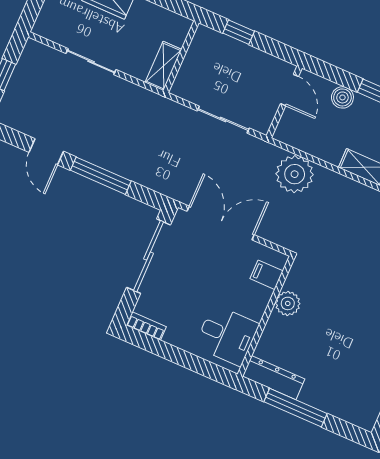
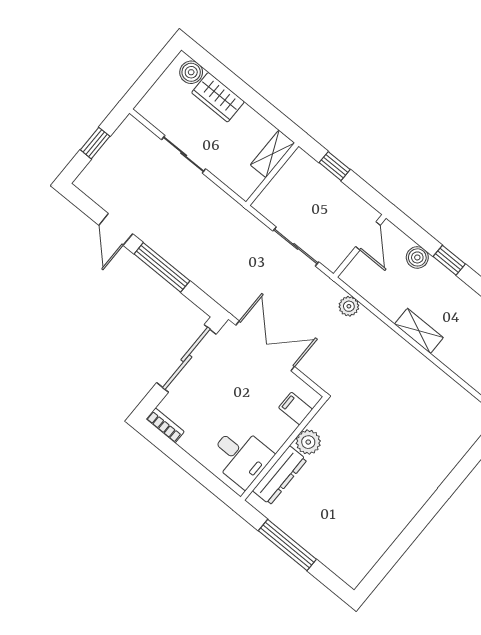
shelving: (163, 66) -> (272, 154), moved
plant: (295, 174) -> (349, 306), width x0.53, depth x0.53
dresser: (274, 378) -> (280, 475), moved, turned 90

